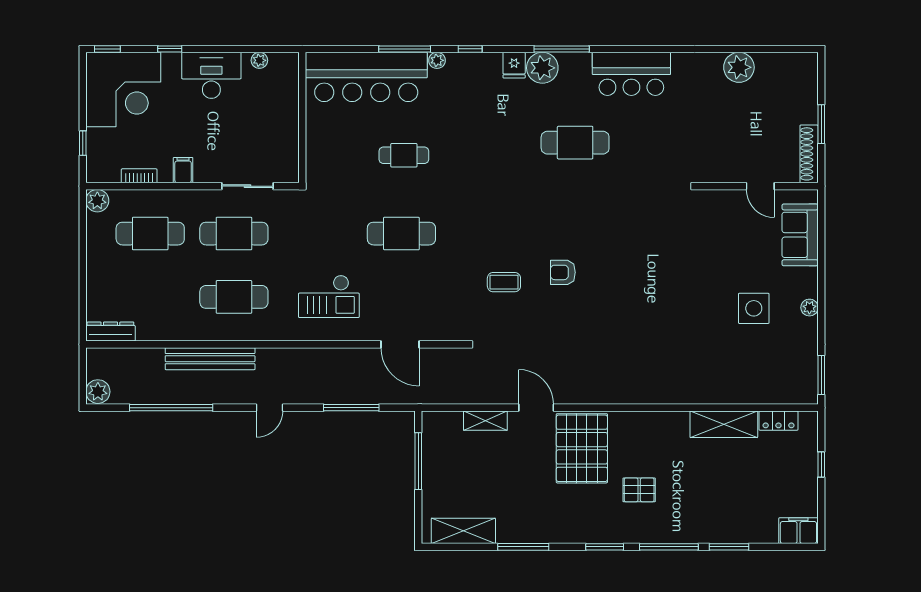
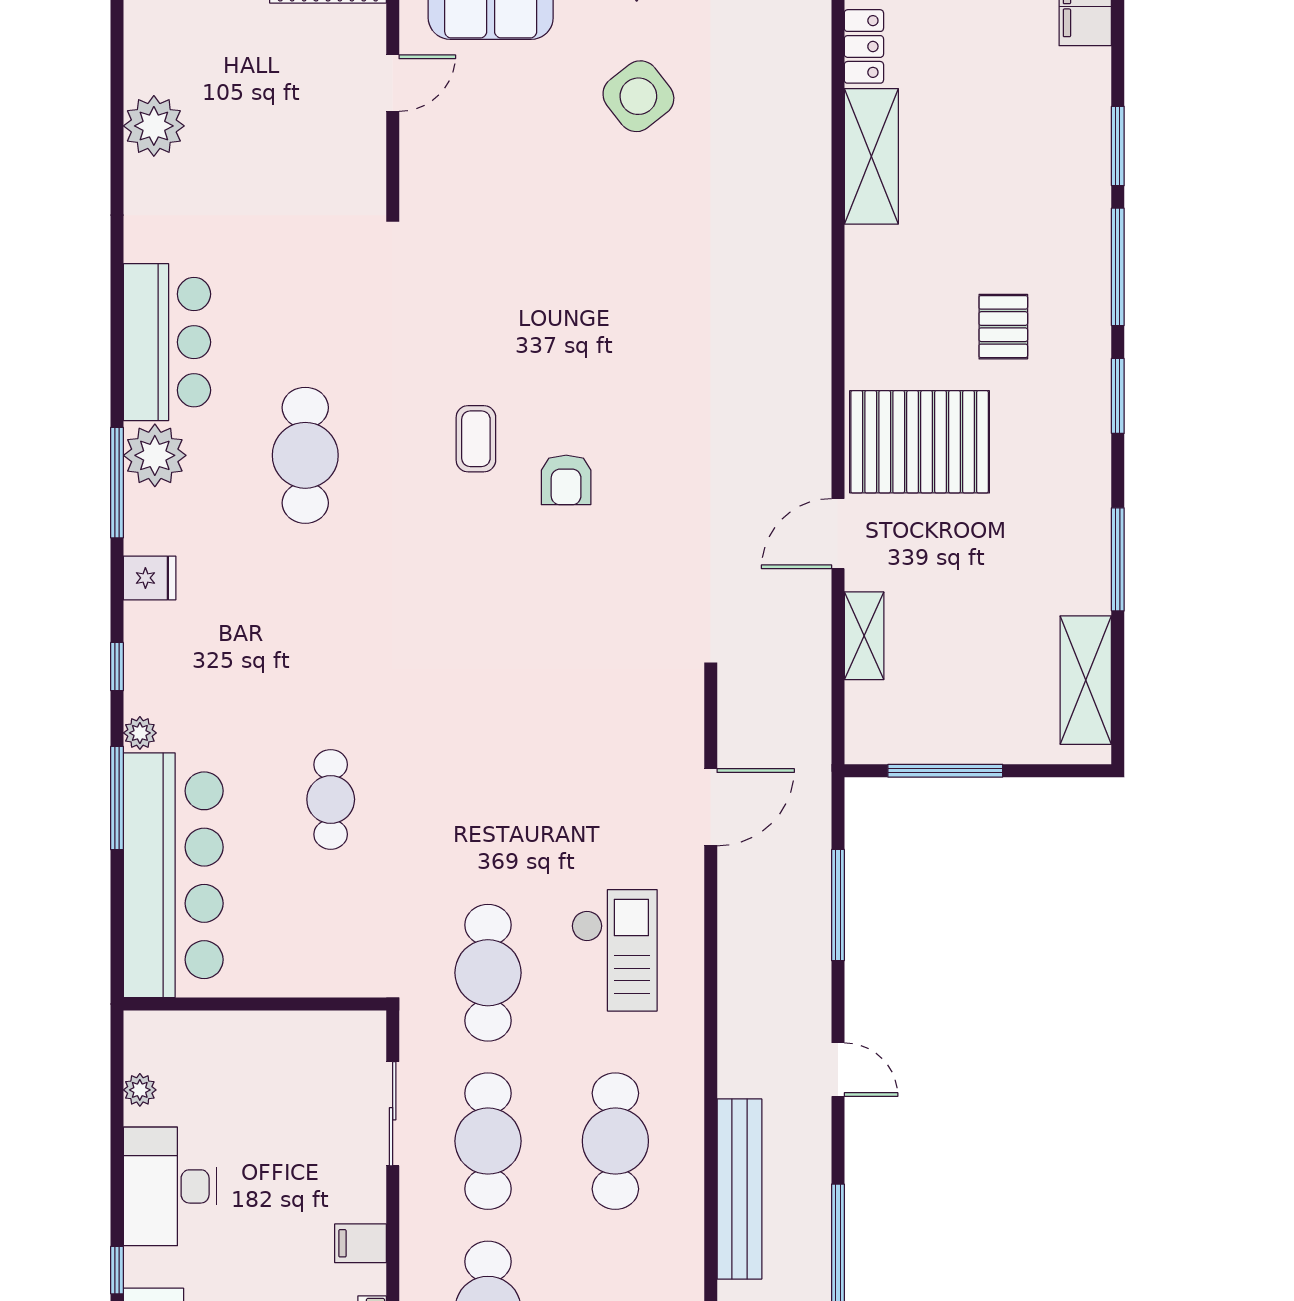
plant: (542, 68) -> (155, 455), moved
cafe table: (401, 234) -> (488, 973), moved
coffee table: (504, 282) -> (476, 439), moved
side table: (754, 308) -> (638, 96), turned -38

